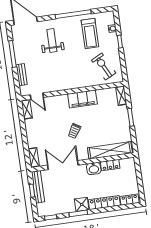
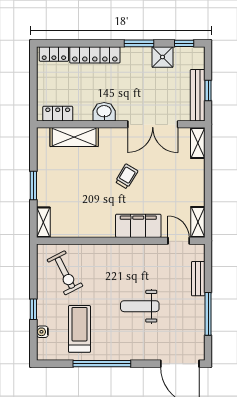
weight bench: (52, 40) -> (140, 306), moved, turned 90
filing cabinet: (82, 99) -> (138, 226), moved
shelving: (110, 150) -> (74, 137), width x0.68
locker: (110, 165) -> (58, 114), moved
shower: (82, 204) -> (162, 57), moved

